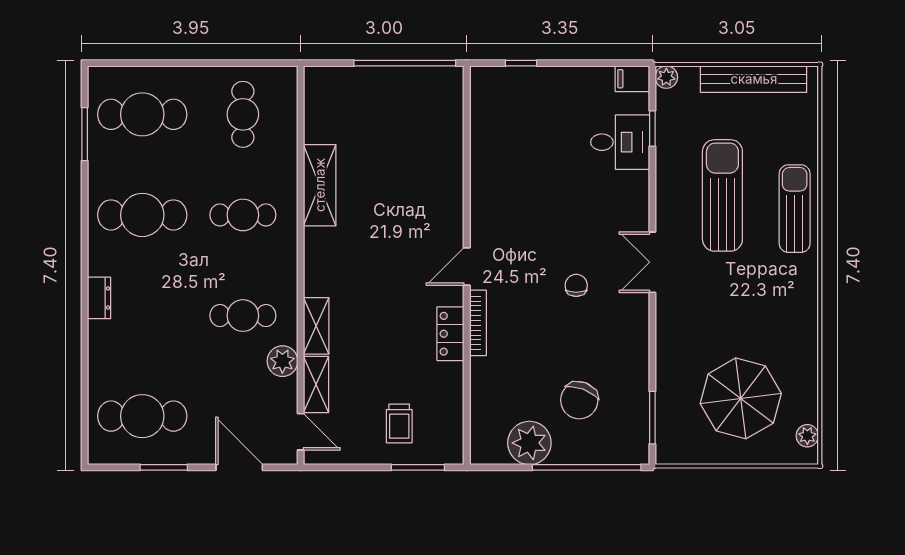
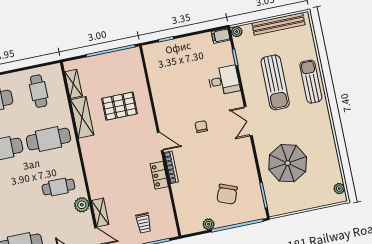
desk: (620, 142) -> (224, 80), moved
pallet: (399, 178) -> (119, 106), added
sun lounger: (722, 195) -> (275, 82), turned 180
cafe table: (243, 215) -> (49, 139), width x1.37, depth x1.35
door: (467, 266) -> (160, 142), swing flipped
chair: (576, 285) -> (201, 127), moved
shelving: (316, 326) -> (73, 84), moved
parasol: (741, 398) -> (288, 163), moved
plant: (529, 443) -> (209, 224), width x0.53, depth x0.53

